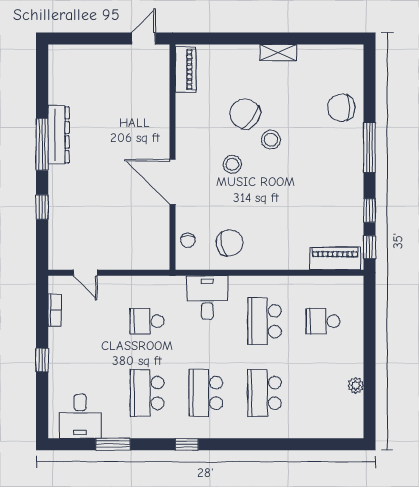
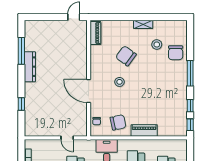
chair: (341, 108) -> (176, 53), turned -90
stool: (271, 140) -> (157, 44), moved
window: (42, 144) -> (21, 51), moved
piano: (335, 258) -> (144, 130), moved
door: (85, 273) -> (67, 138), moved

